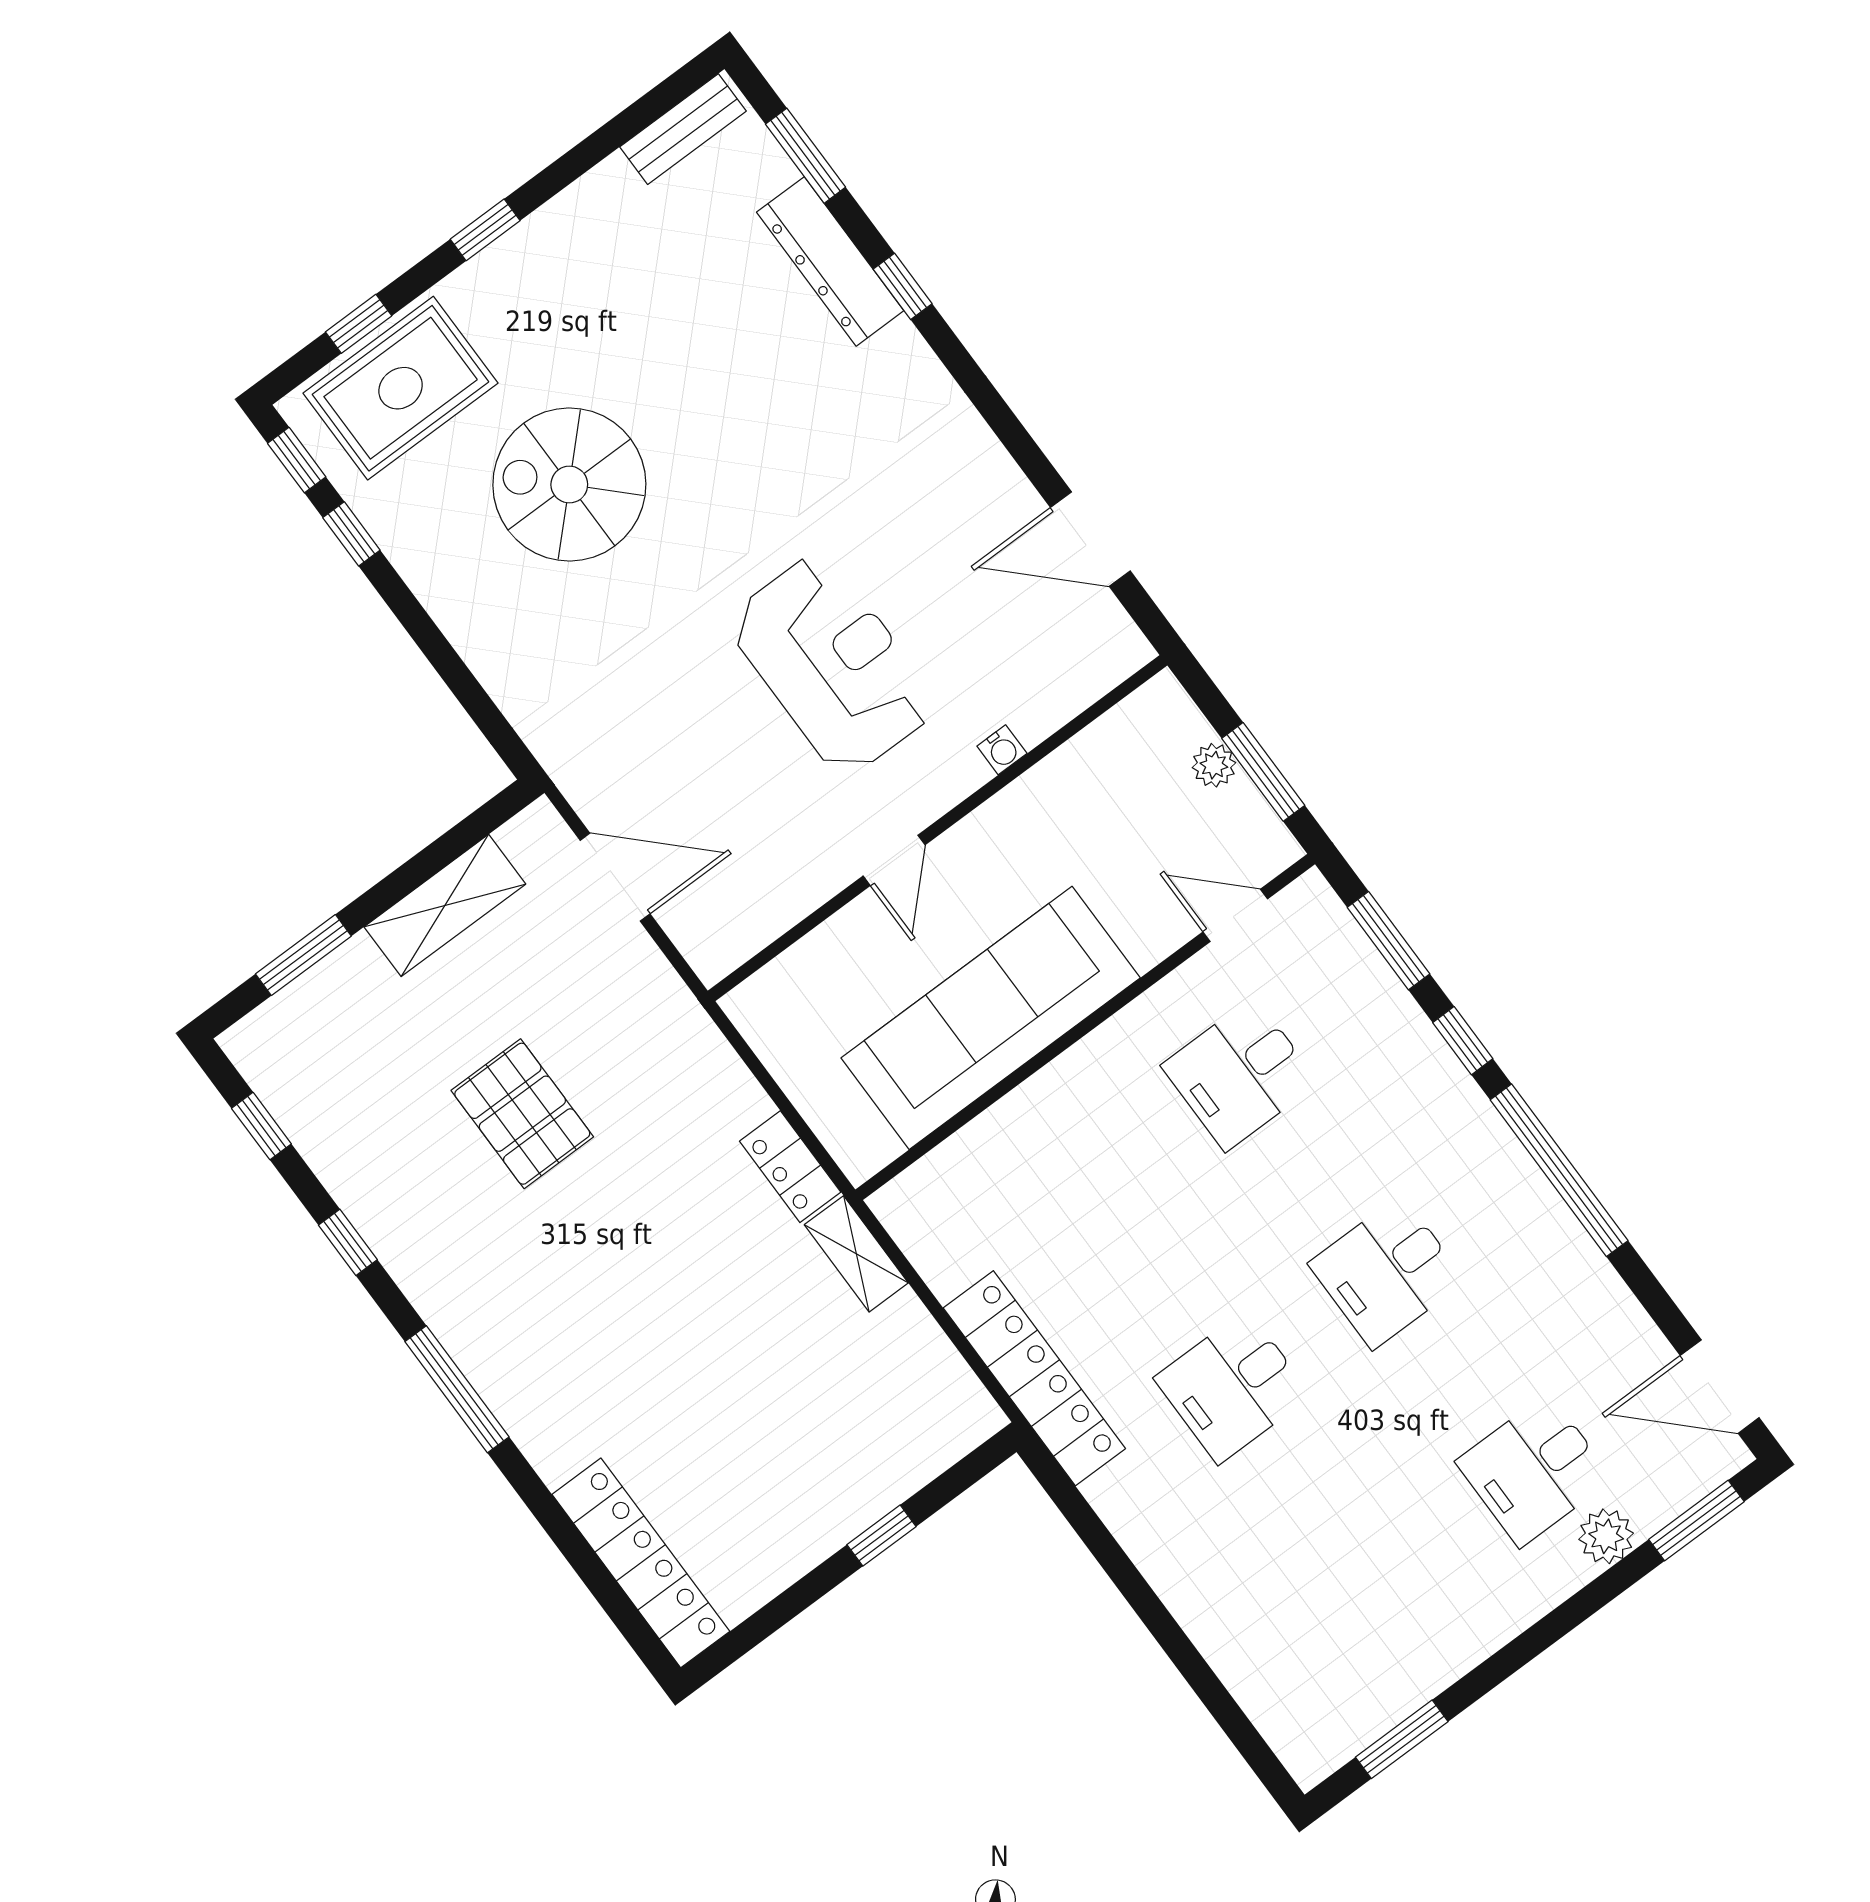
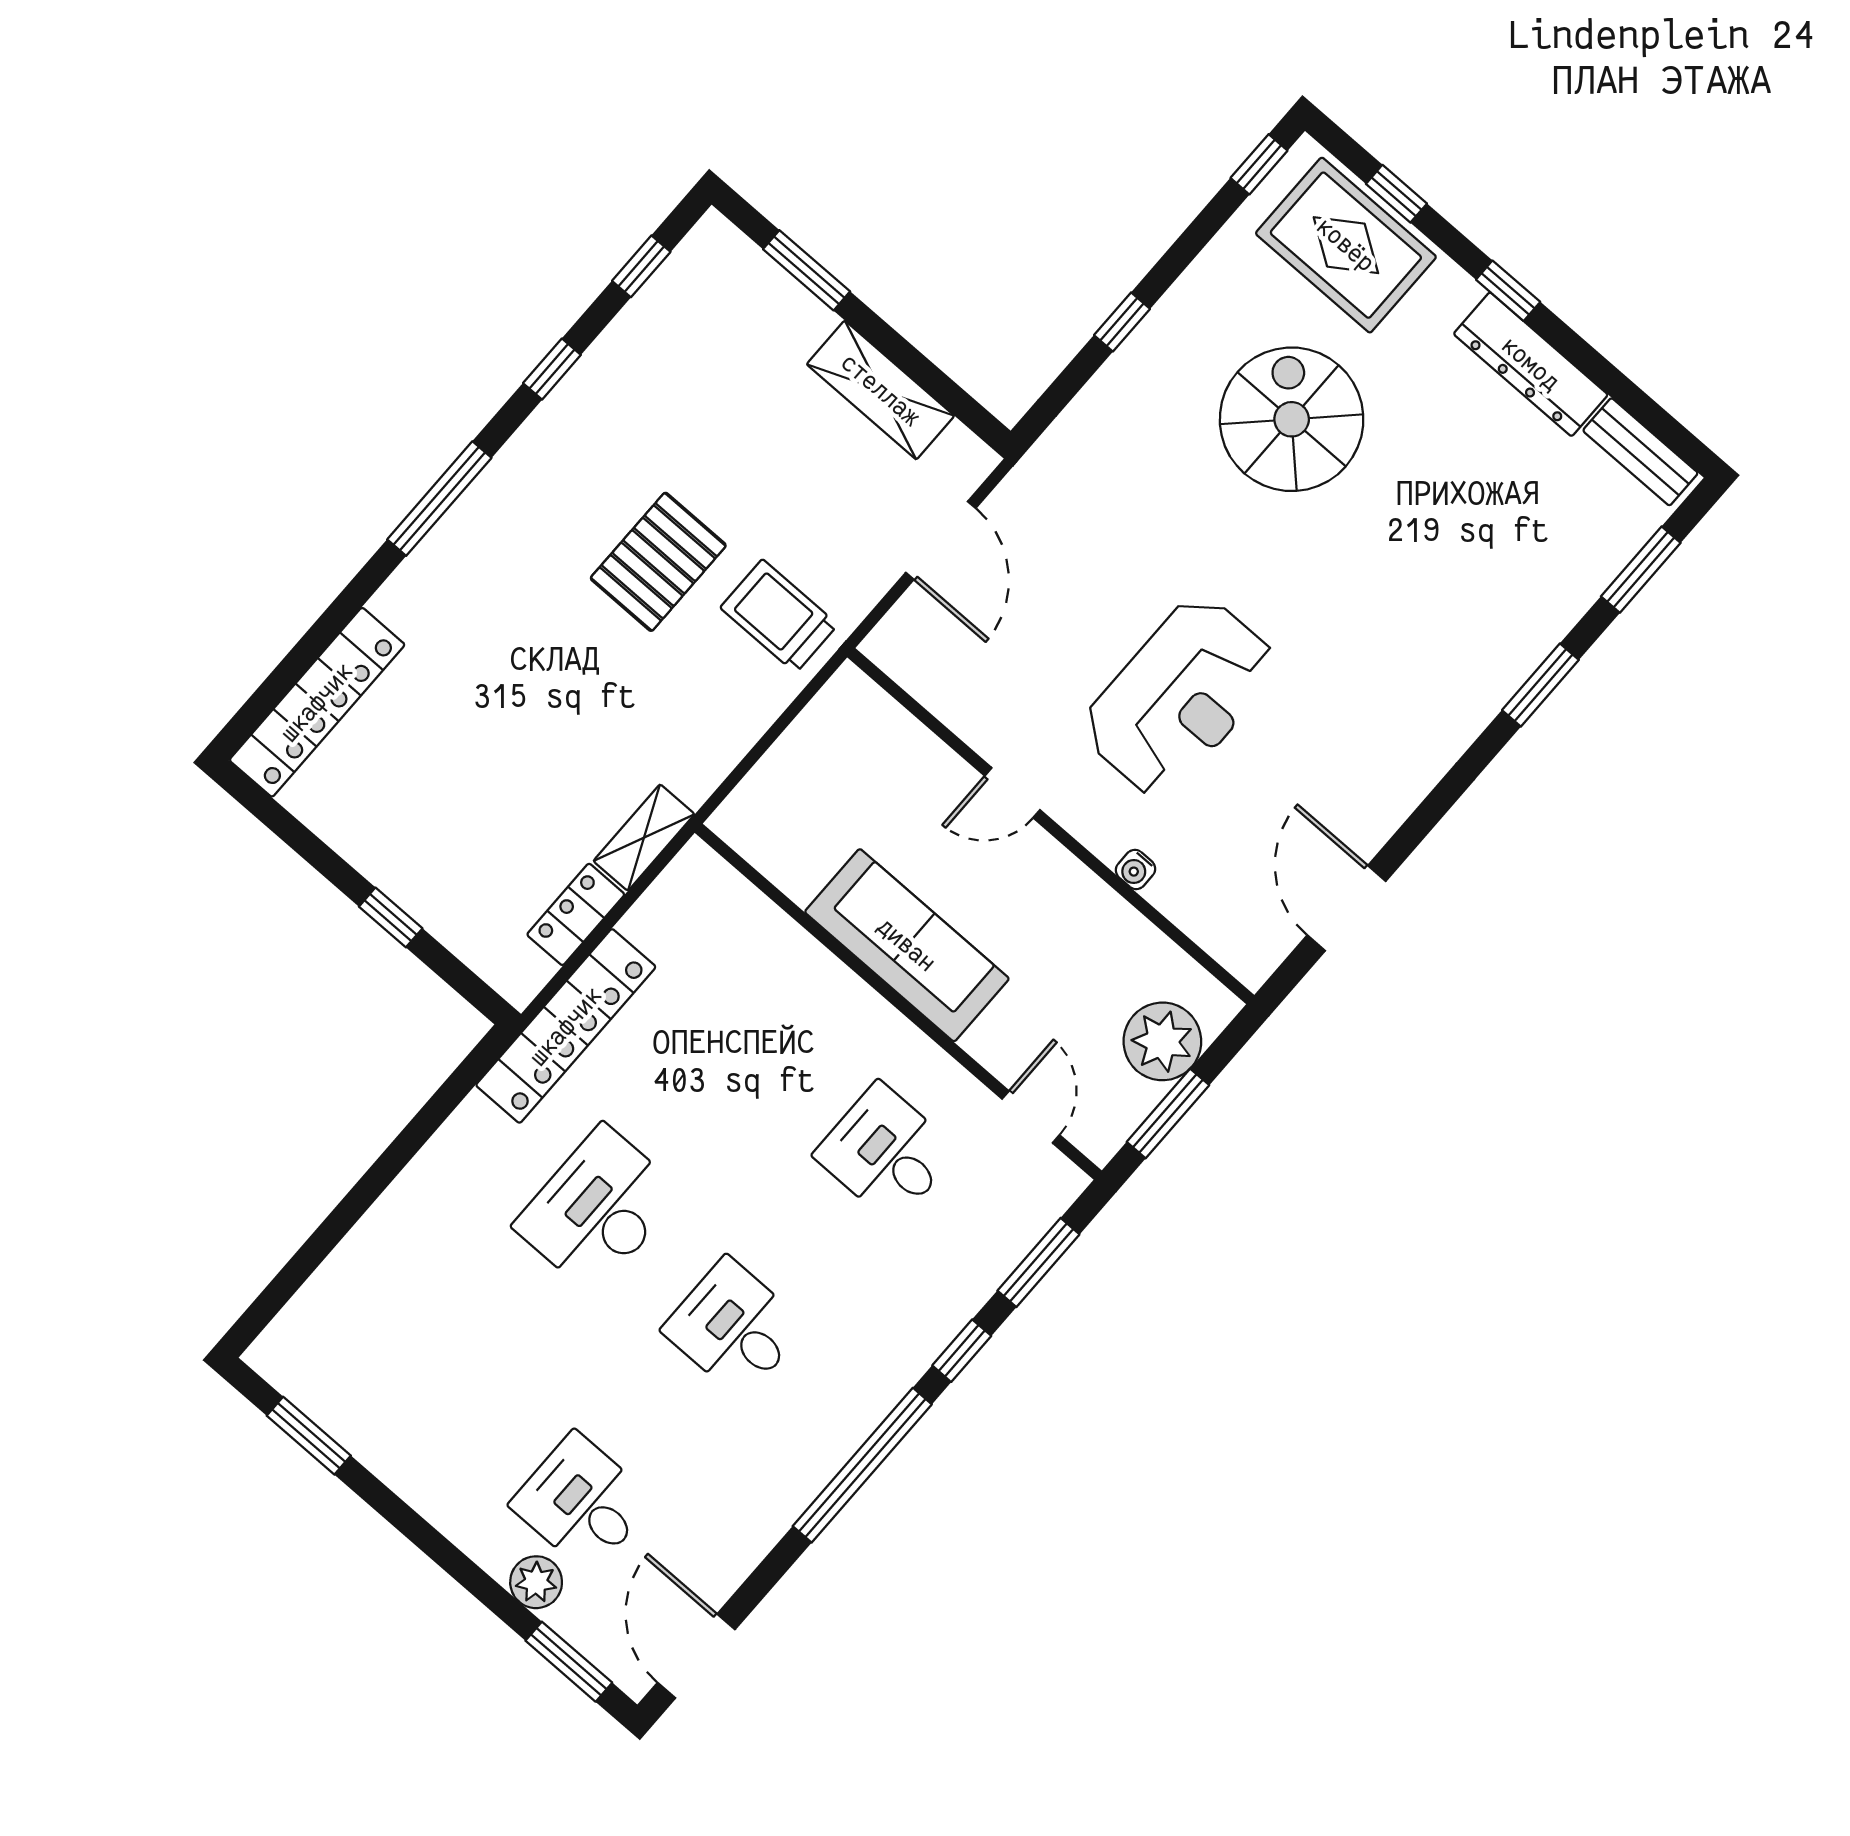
dresser: (830, 261) -> (1531, 364), moved, turned -90
window: (903, 286) -> (1540, 685), width x1.50
window: (351, 534) -> (1122, 322), moved
plant: (1214, 765) -> (1162, 1041), width x1.88, depth x1.88
sofa: (991, 1018) -> (907, 945), width x0.74, depth x0.79
trolley: (657, 1063) -> (779, 616), added
pallet: (522, 1114) -> (658, 562), moved
locker: (790, 1167) -> (576, 914), moved
desk: (1233, 1387) -> (598, 1209), width x1.37

